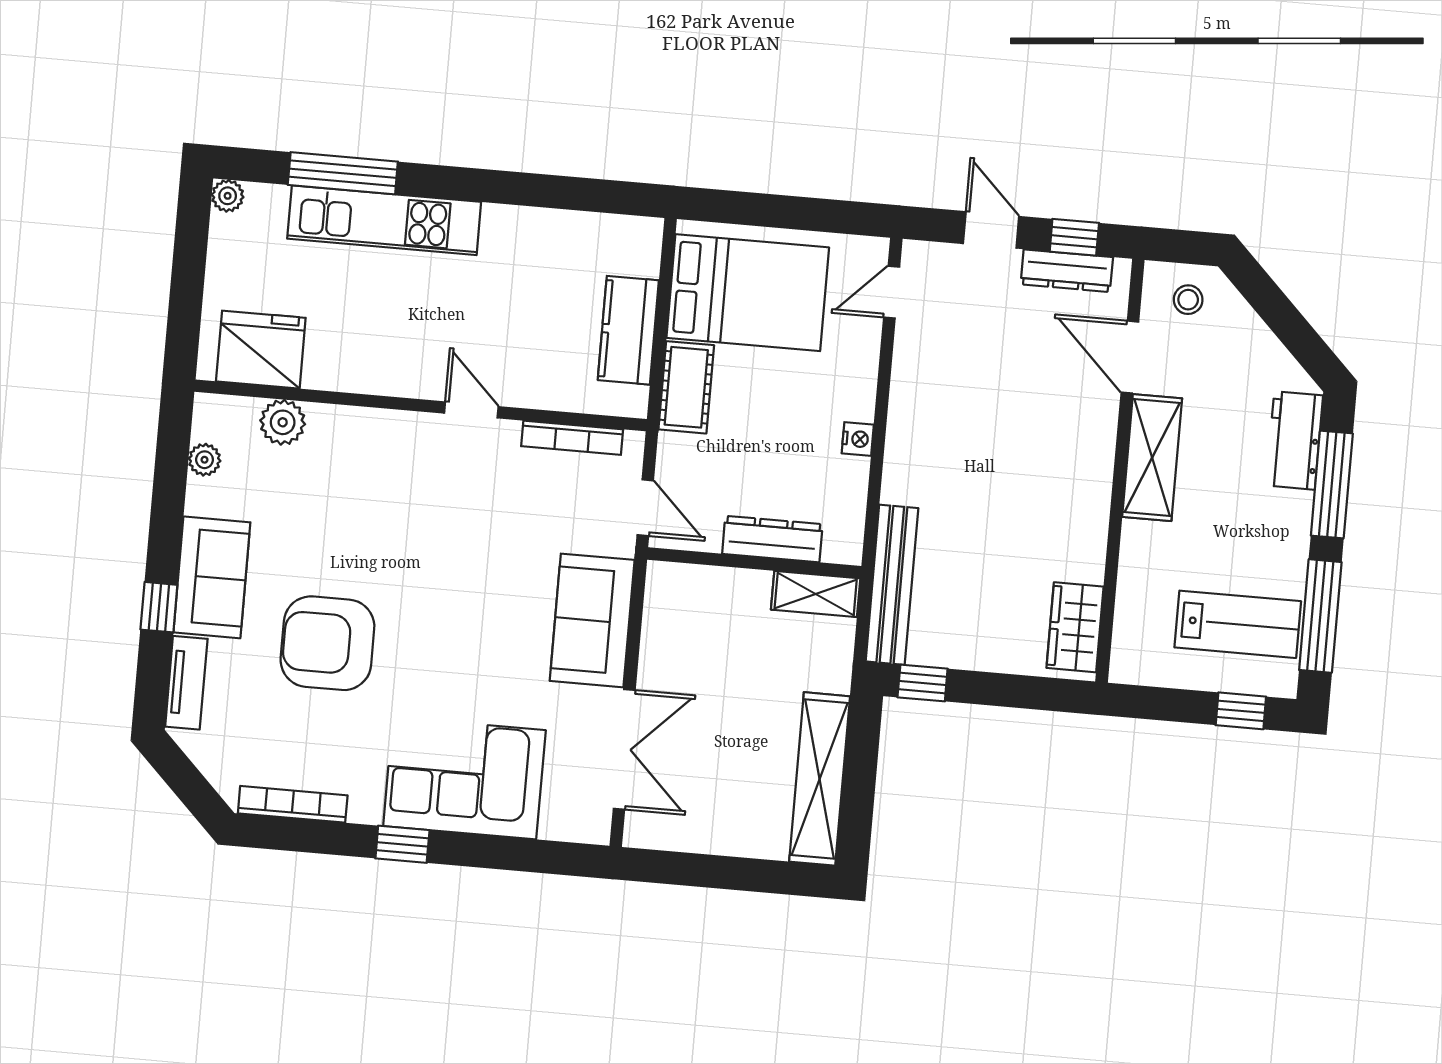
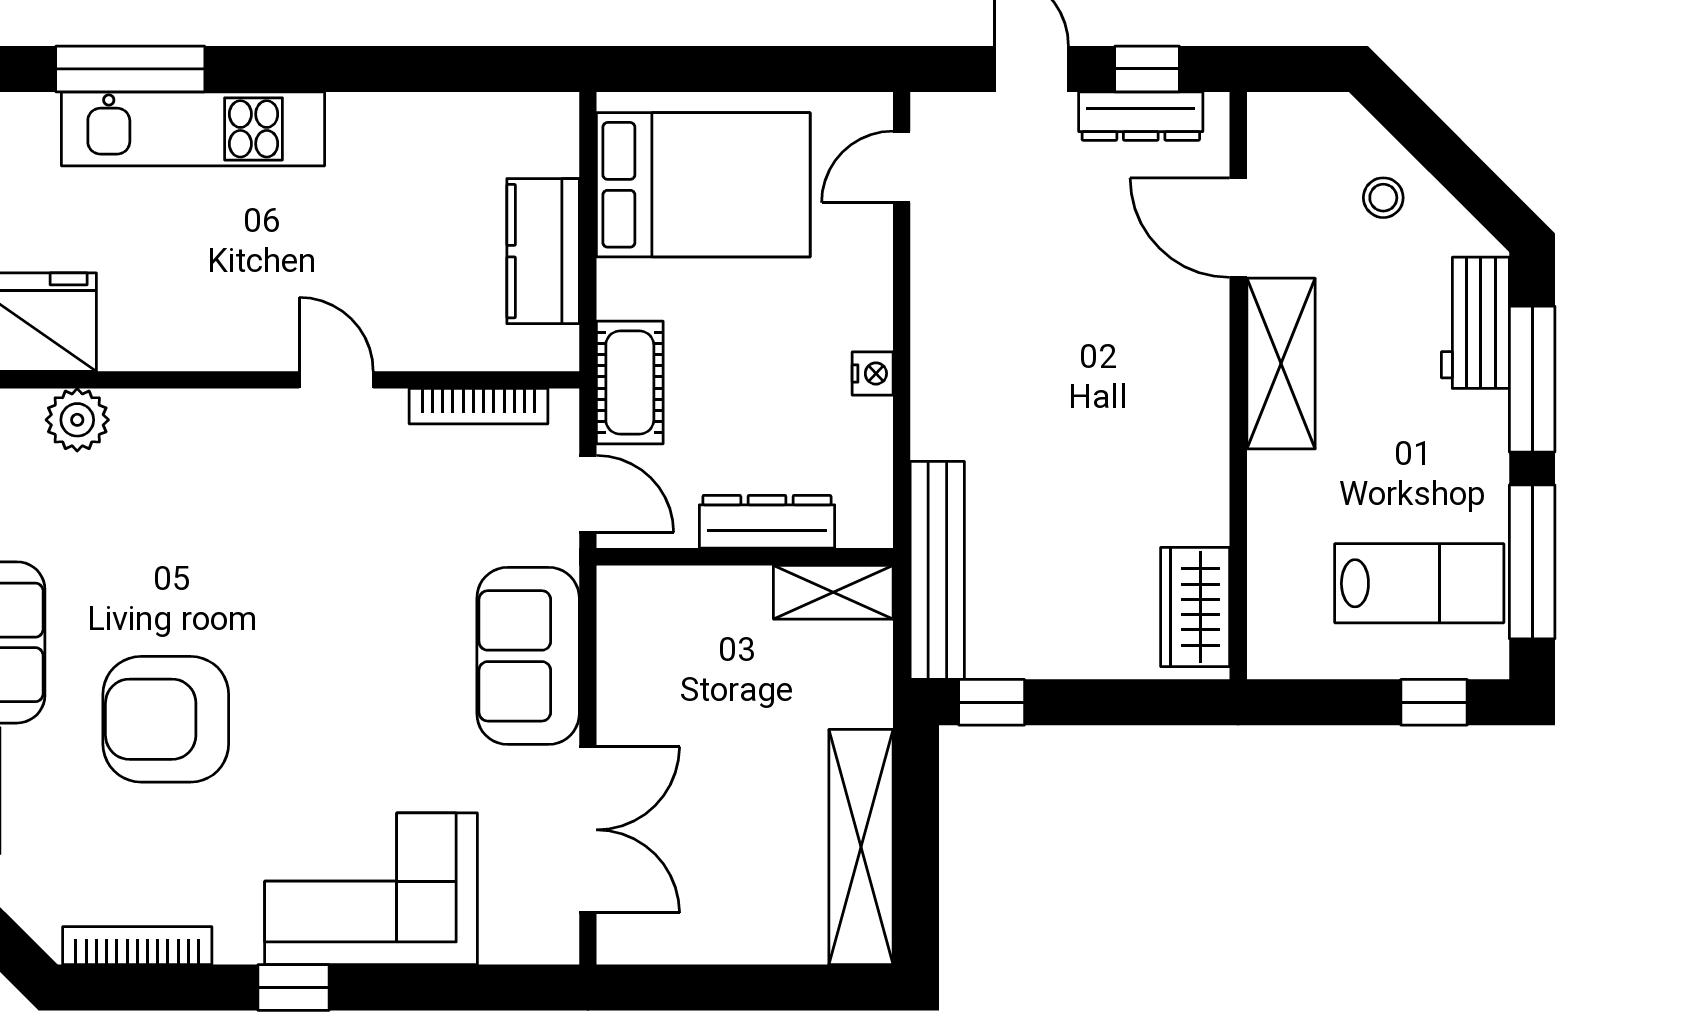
stool: (1188, 300) -> (1383, 198), moved
cot: (686, 387) -> (630, 382), moved

